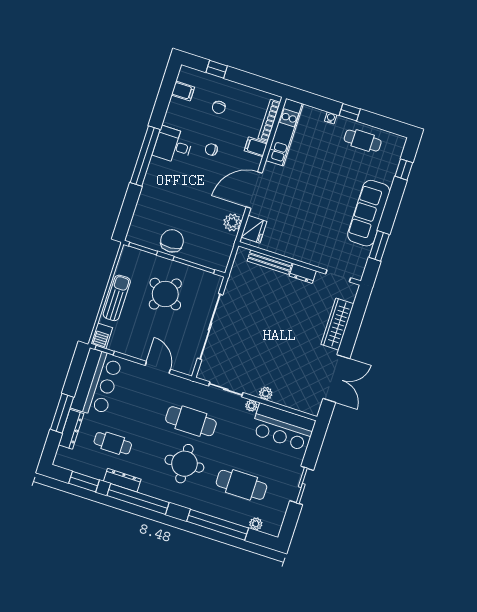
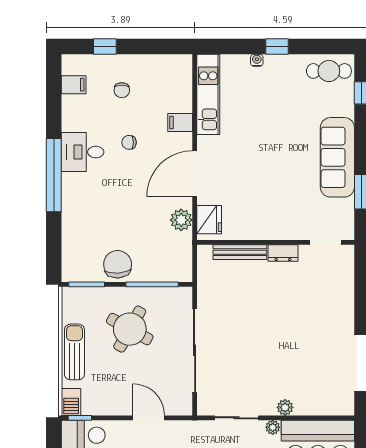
bookcase: (269, 120) -> (186, 86), removed
cafe table: (363, 141) -> (329, 71), moved
wardrobe: (337, 324) -> (343, 299), removed

